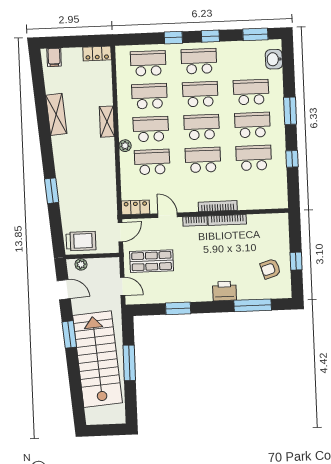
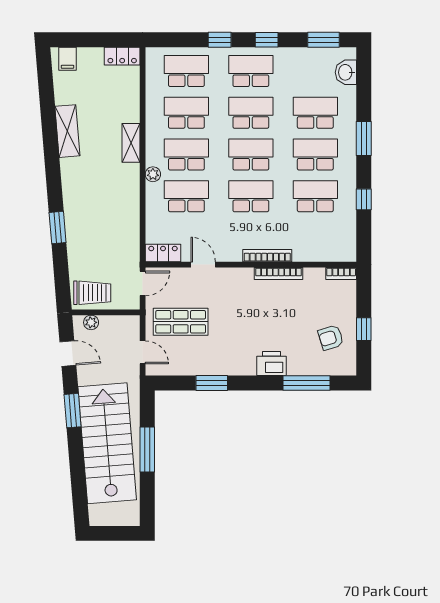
bookcase: (195, 221) -> (341, 273), moved

